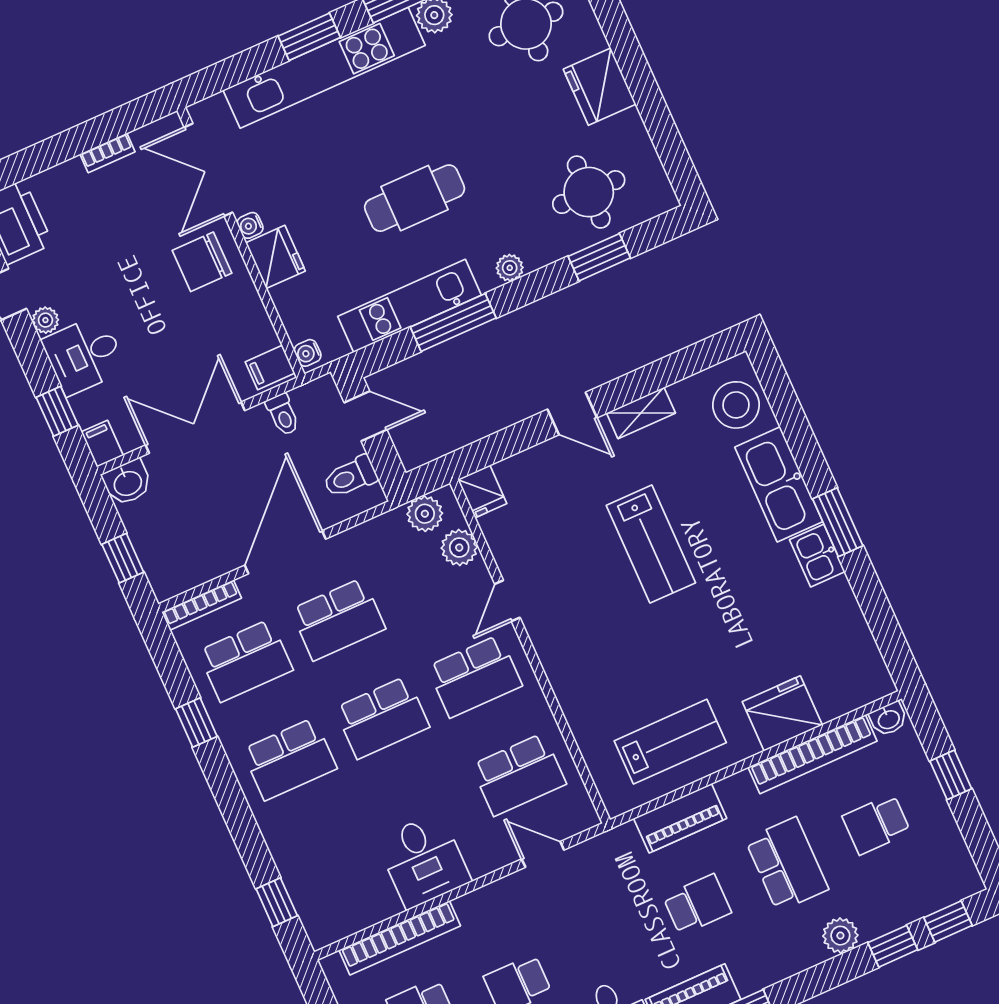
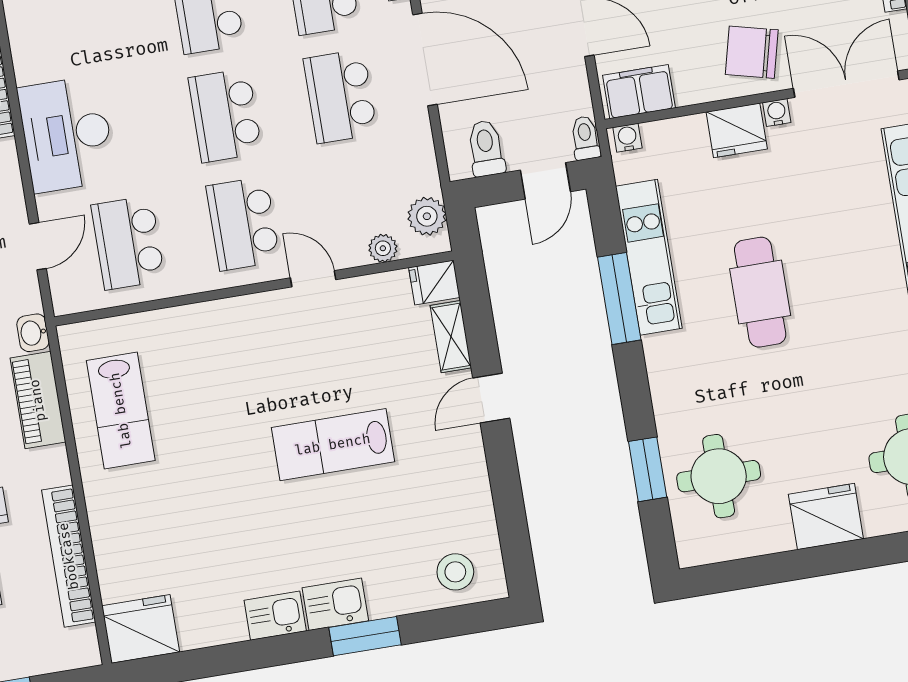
chair: (202, 262) -> (752, 52), turned -76
plant: (510, 268) -> (661, 373), removed
filing cabinet: (270, 367) -> (639, 92), width x2.00
stool: (736, 405) -> (455, 572), width x0.73, depth x0.73
shelving: (641, 413) -> (451, 337), moved
toilet: (283, 414) -> (585, 138), moved, turned 90
kitchen sink: (779, 484) -> (335, 604), width x0.53, depth x0.81
window: (838, 522) -> (365, 636), moved
plant: (459, 548) -> (383, 248), width x0.73, depth x0.73
fridge: (782, 713) -> (141, 629), moved, turned -90
washbasin: (888, 719) -> (33, 333), moved
desk: (424, 860) -> (67, 134), width x1.37

